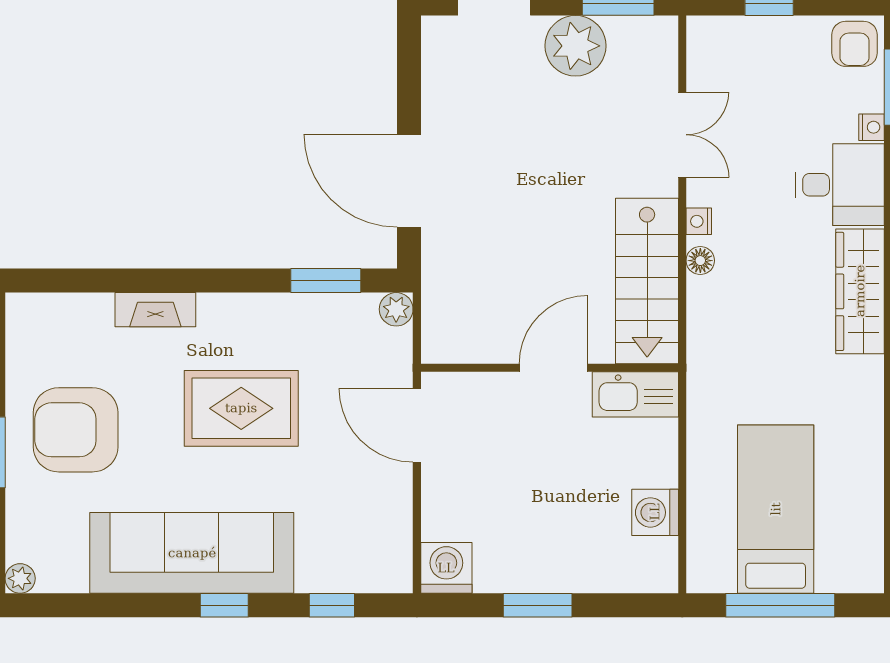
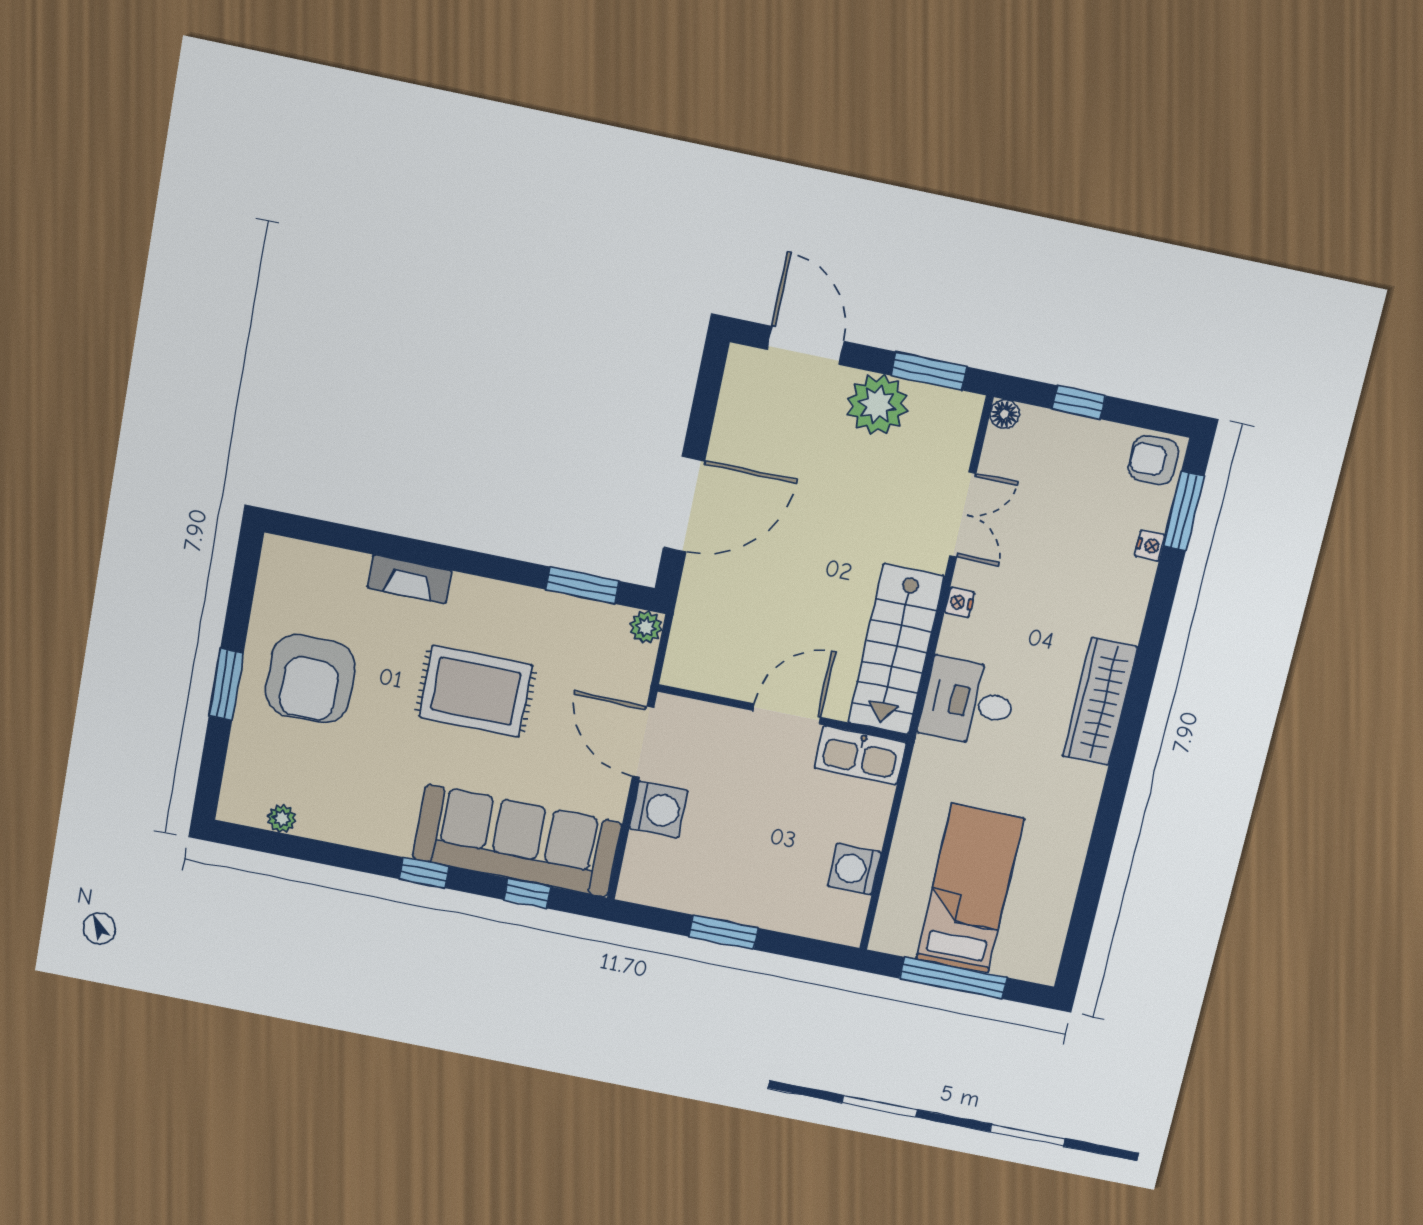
armchair: (855, 44) -> (1153, 460), turned 90
door: (409, 181) -> (684, 504), swing flipped
desk: (840, 185) -> (968, 702), moved, turned 180
floor lamp: (700, 261) -> (1005, 414), moved
armchair: (76, 430) -> (310, 679), turned -90
sofa: (192, 553) -> (517, 841), moved
washing machine: (446, 568) -> (659, 809), moved, turned 90
plant: (20, 578) -> (282, 818), moved

